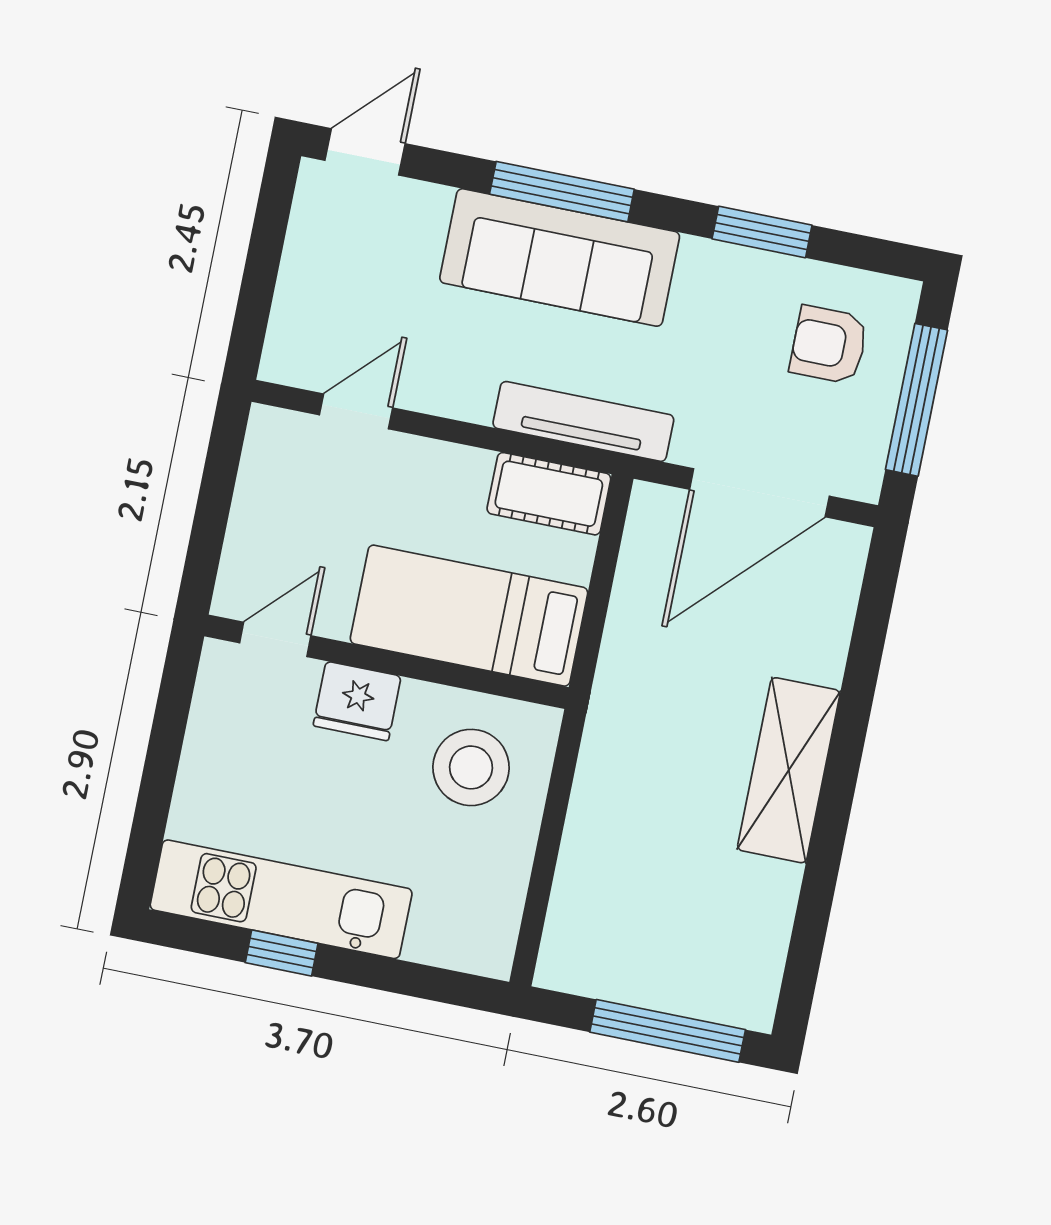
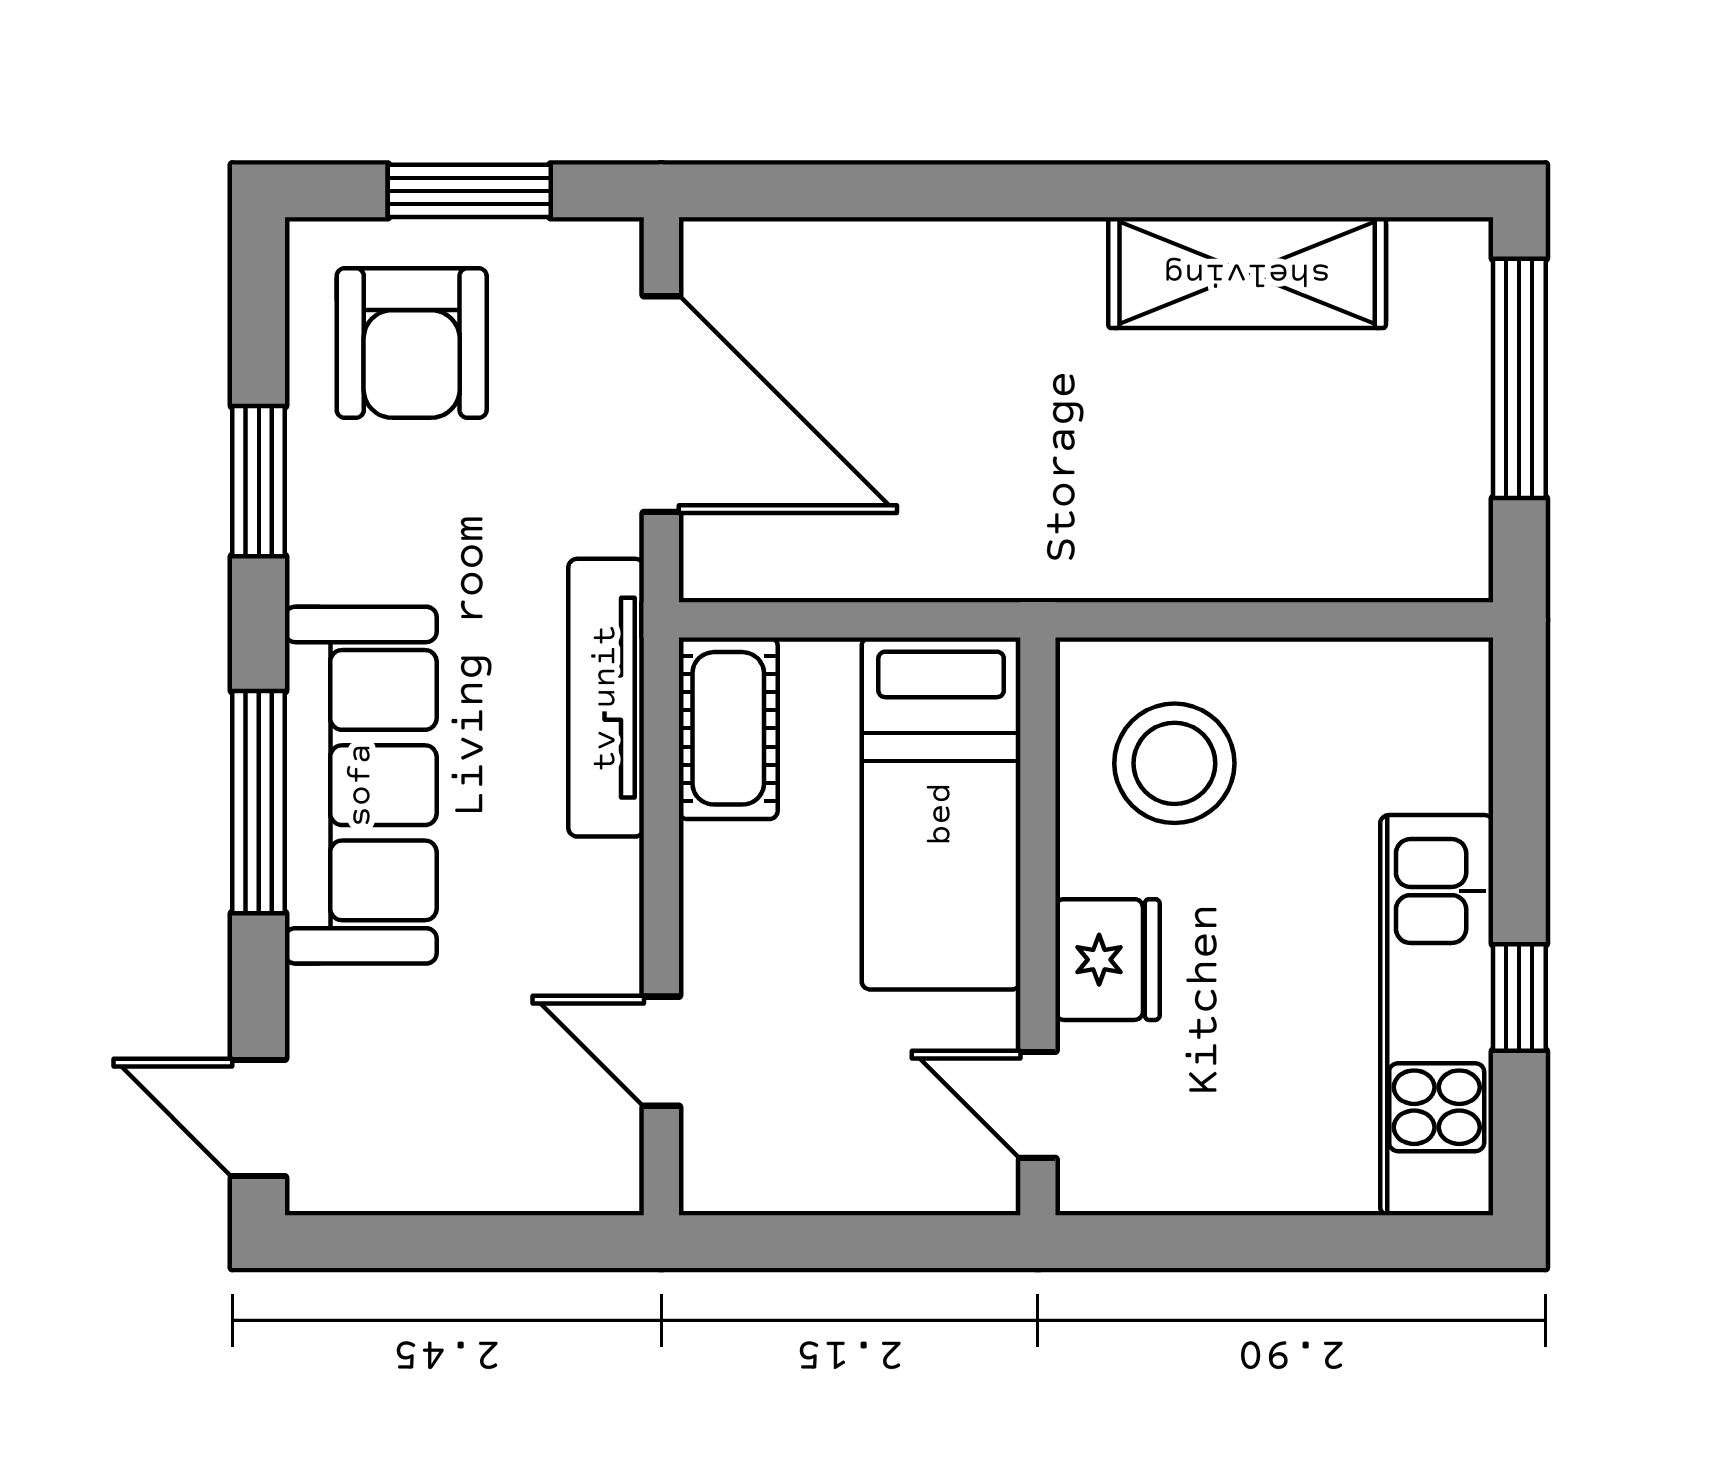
armchair: (829, 345) -> (412, 343), width x1.38, depth x1.38
window: (916, 400) -> (469, 191), width x0.69
shelving: (789, 770) -> (1247, 273), moved

